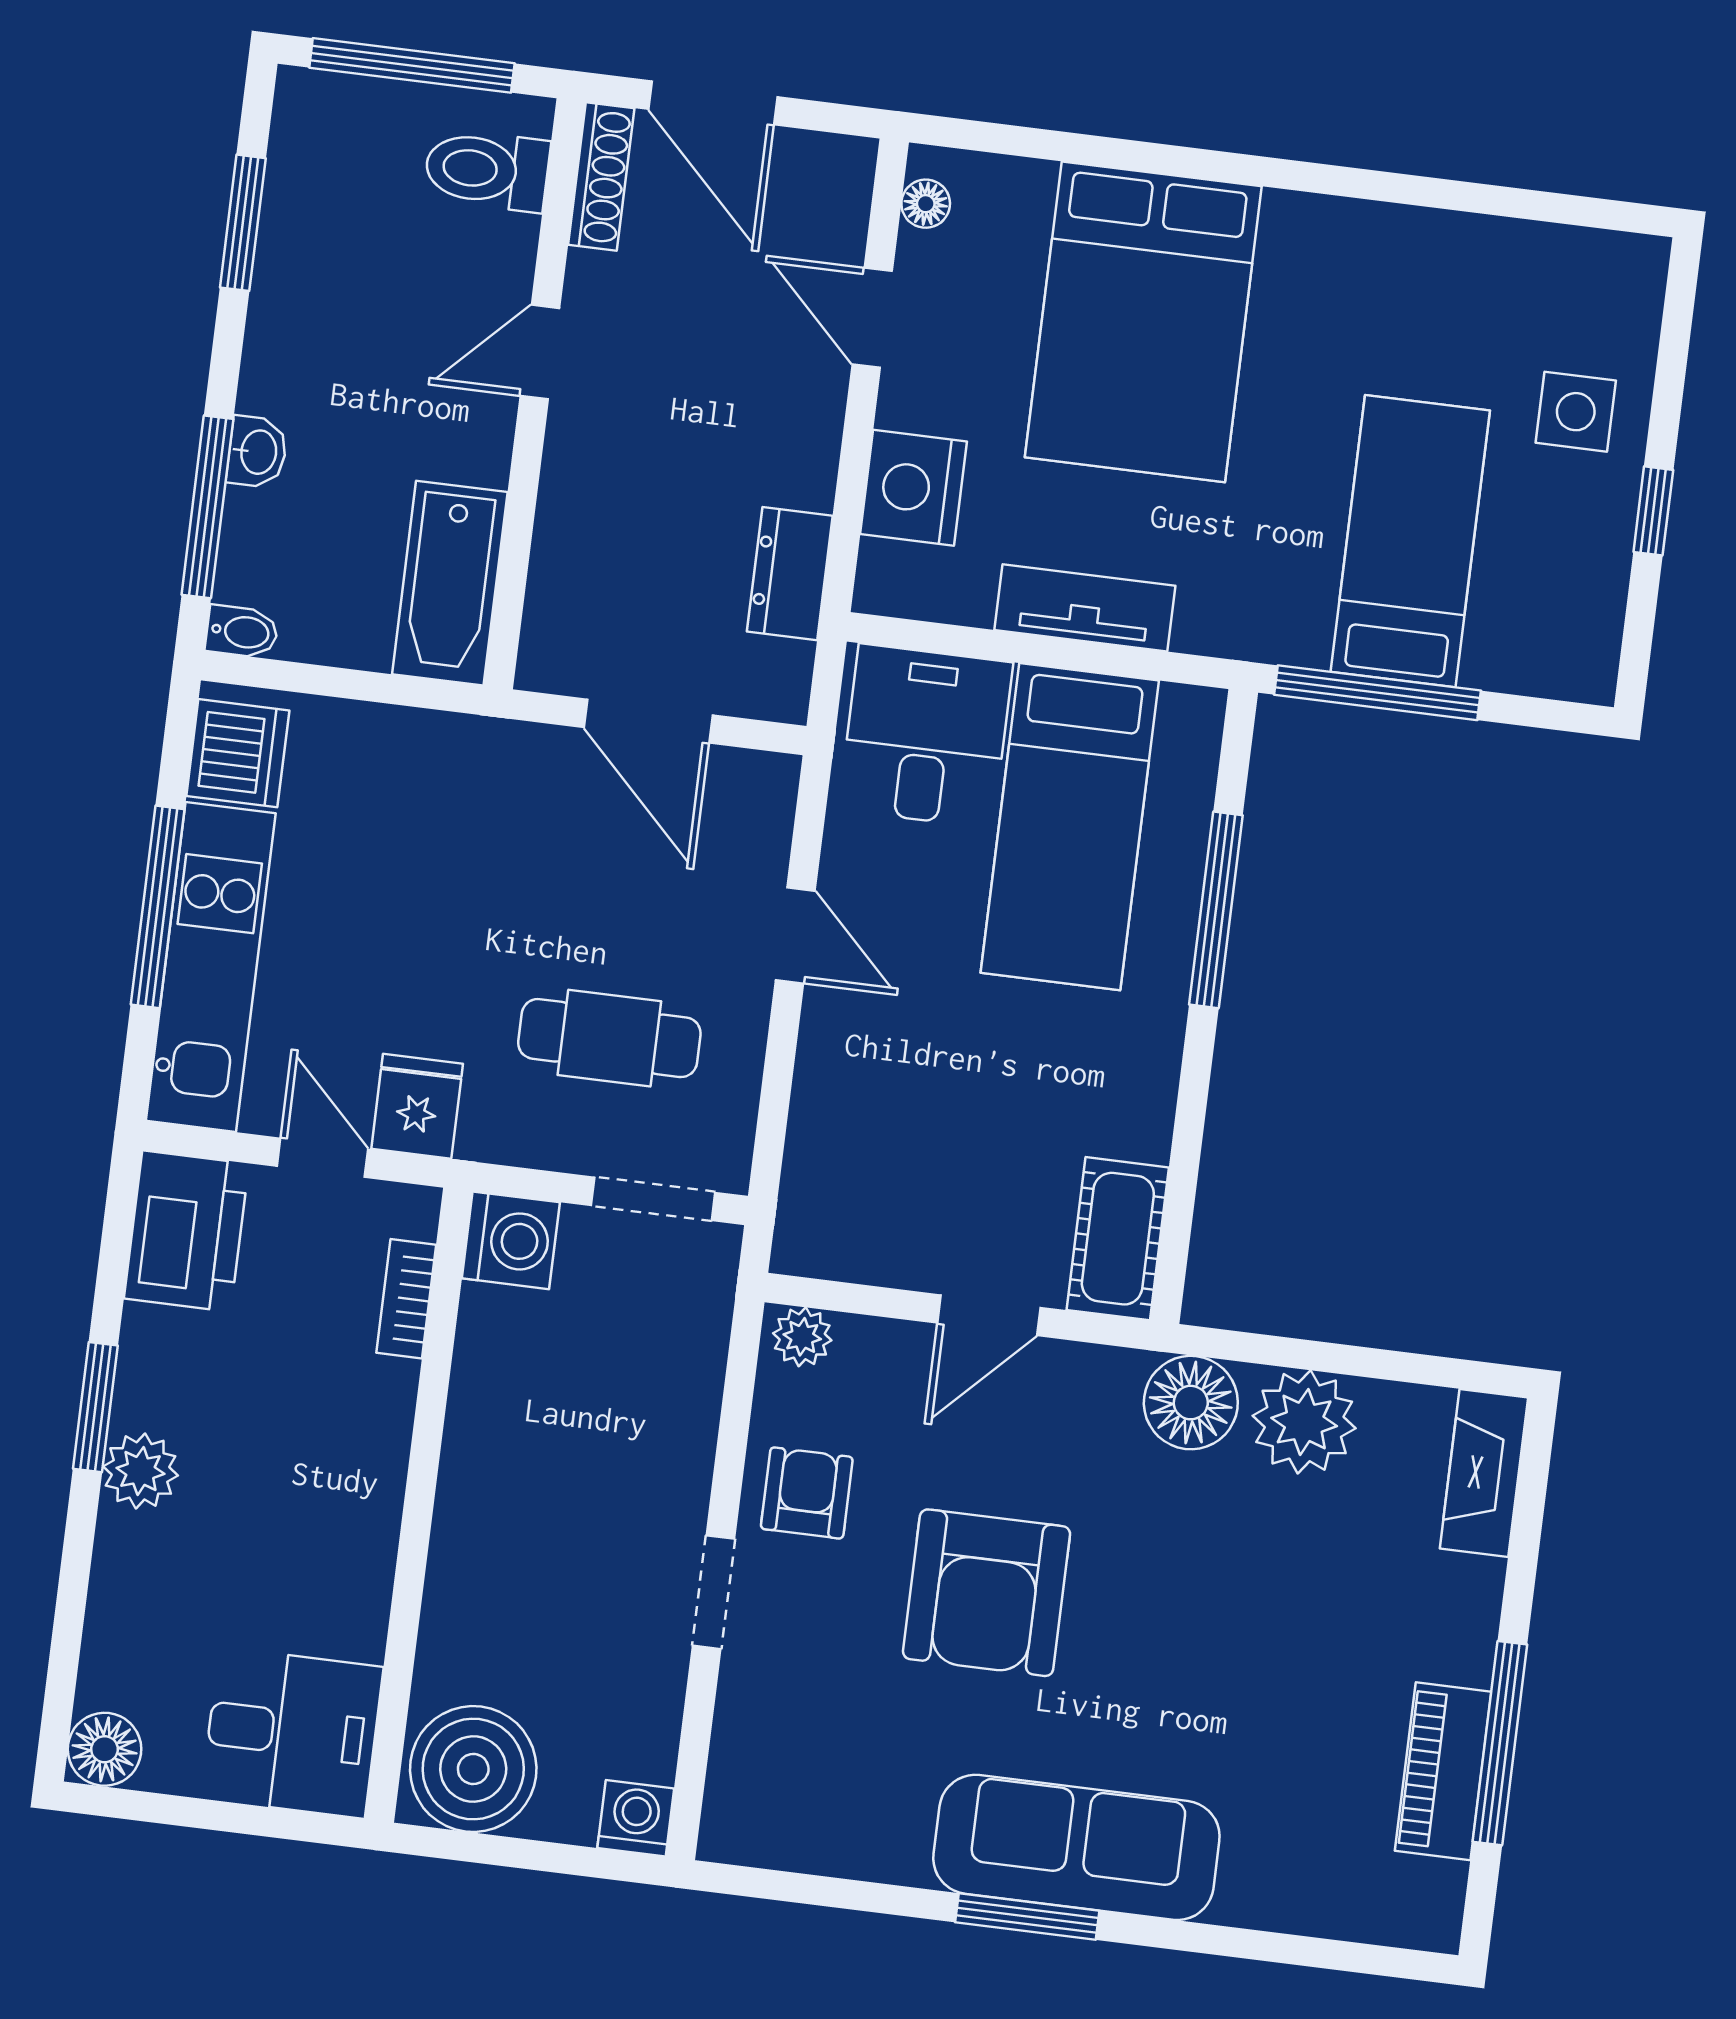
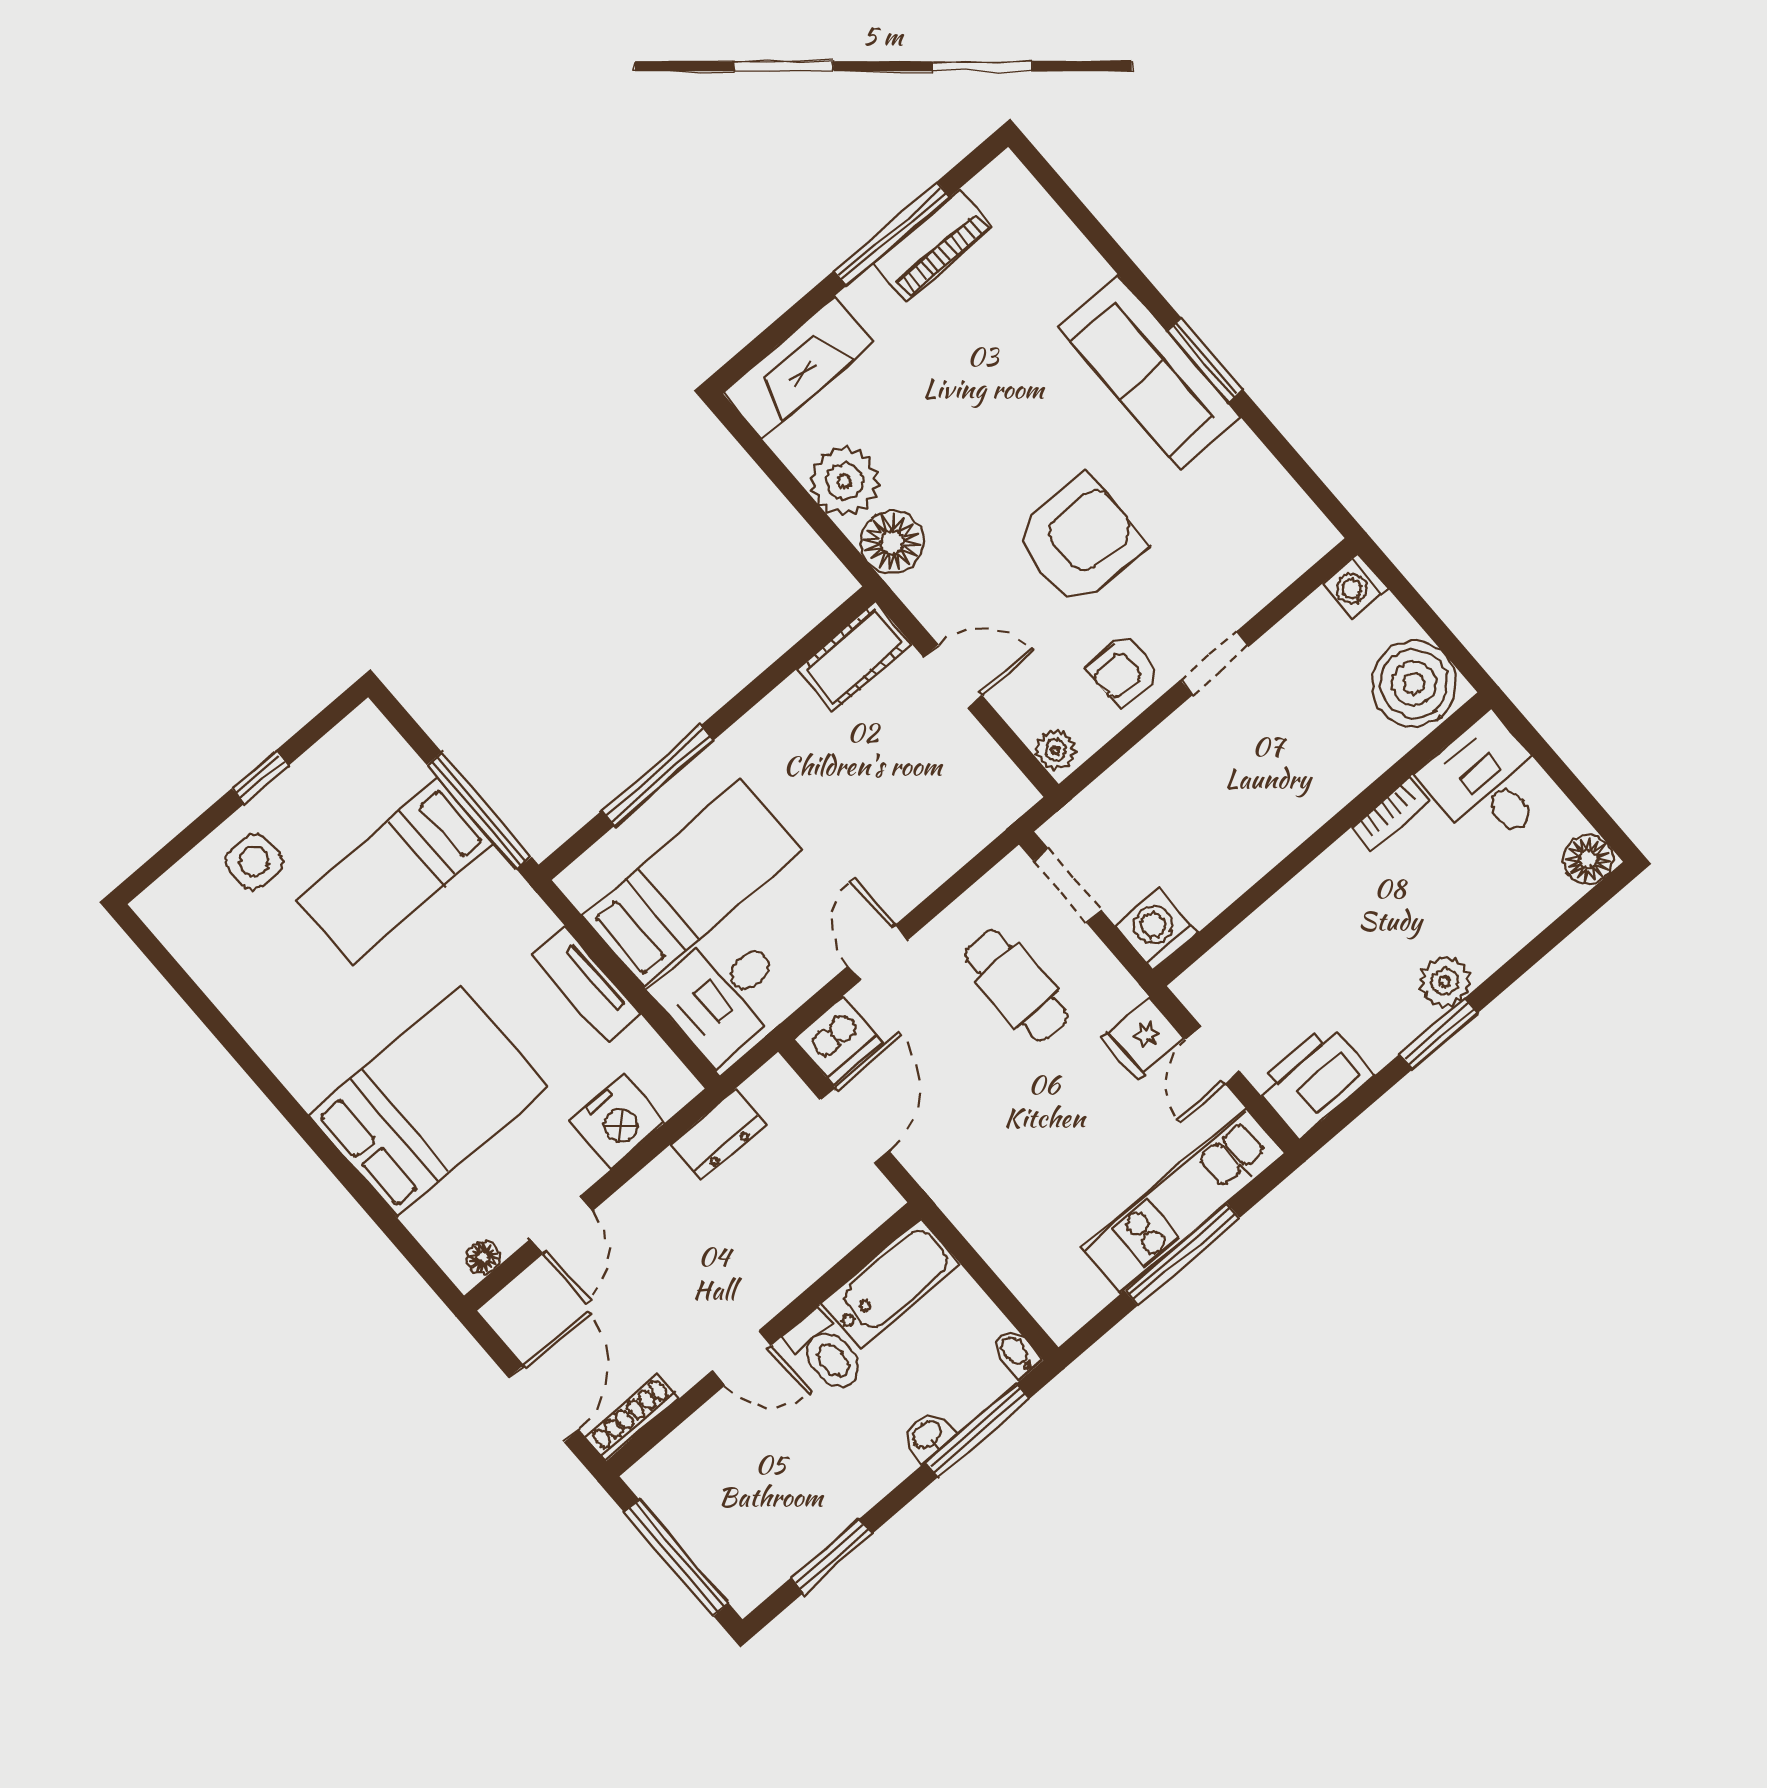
toilet: (487, 170) -> (826, 1352), moved
dishwasher: (238, 753) -> (838, 1041), moved, turned 180
bookcase: (406, 1299) -> (1390, 814), moved
fireplace: (1484, 1473) -> (798, 368), width x1.37, depth x1.32

